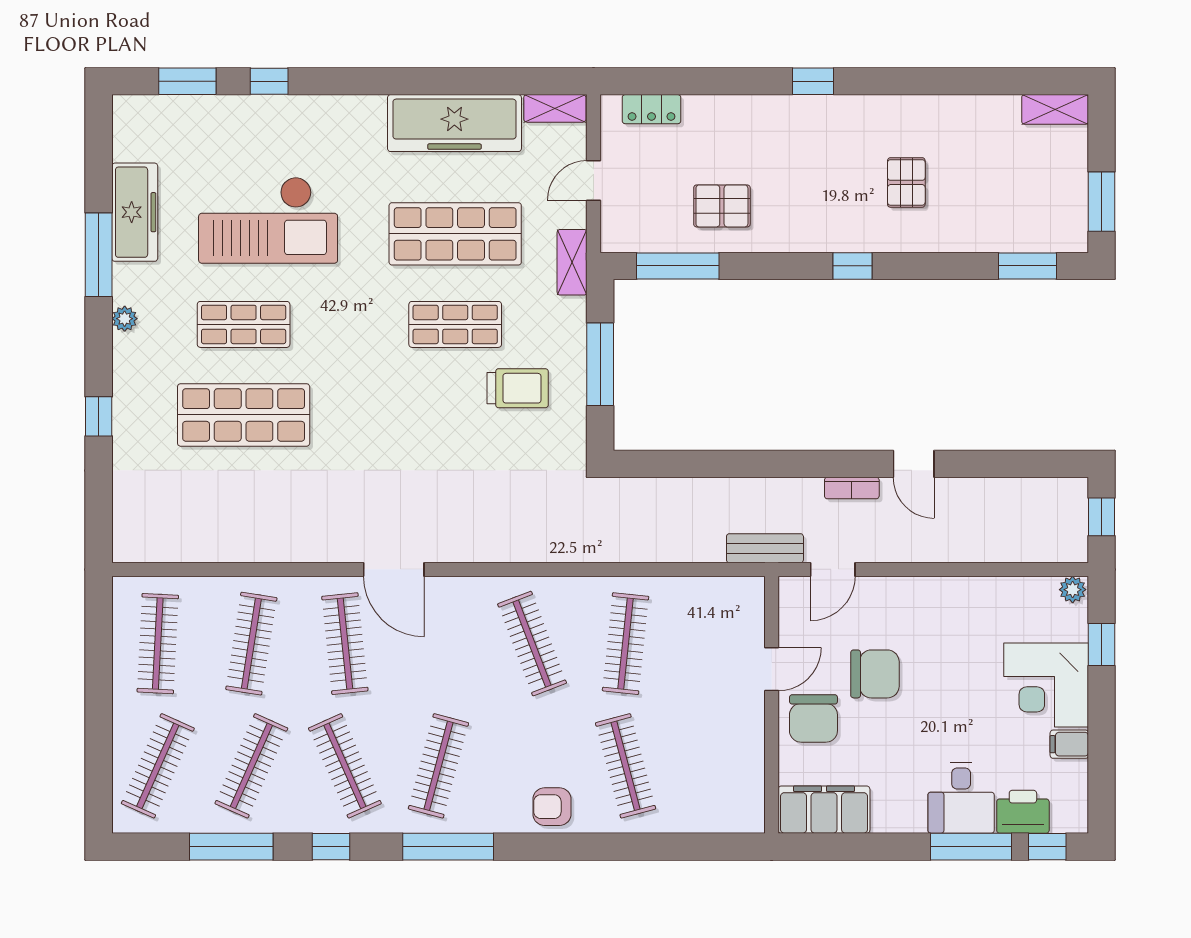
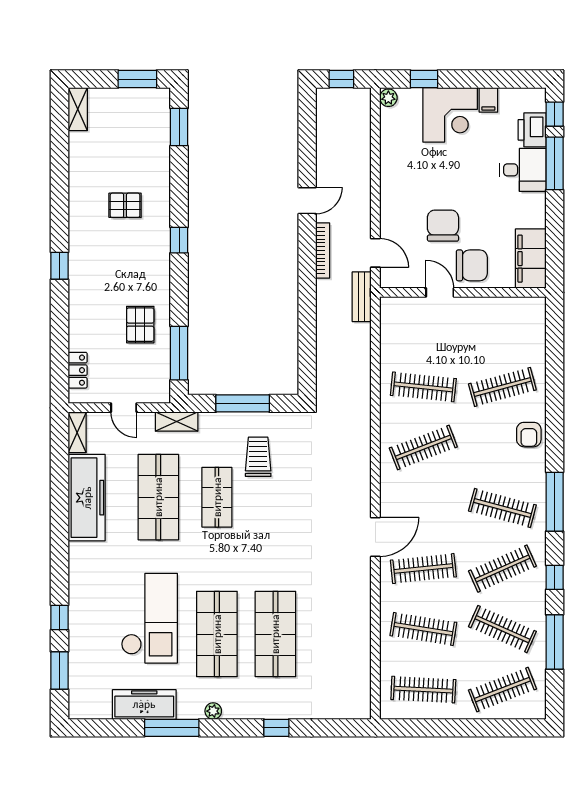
shop shelf: (244, 324) -> (217, 634), width x1.43, depth x1.36
bookcase: (852, 488) -> (323, 251), width x1.56
clothes rail: (158, 766) -> (502, 690), turned -45

